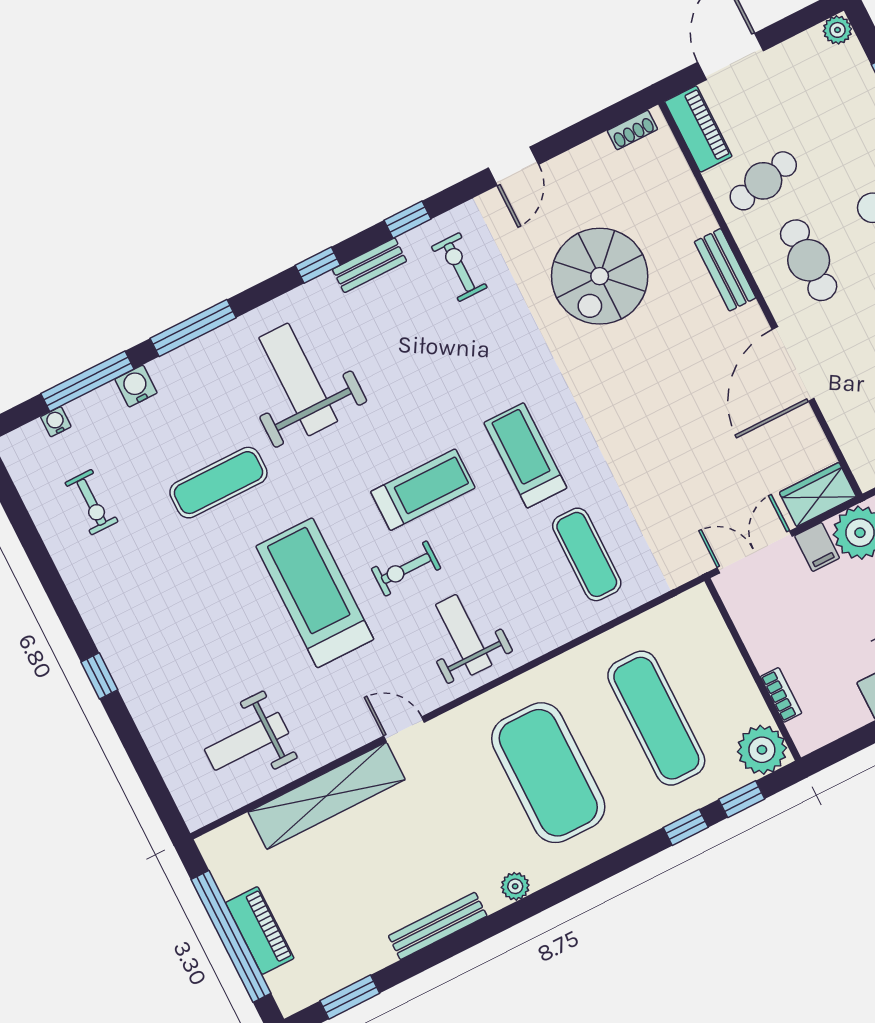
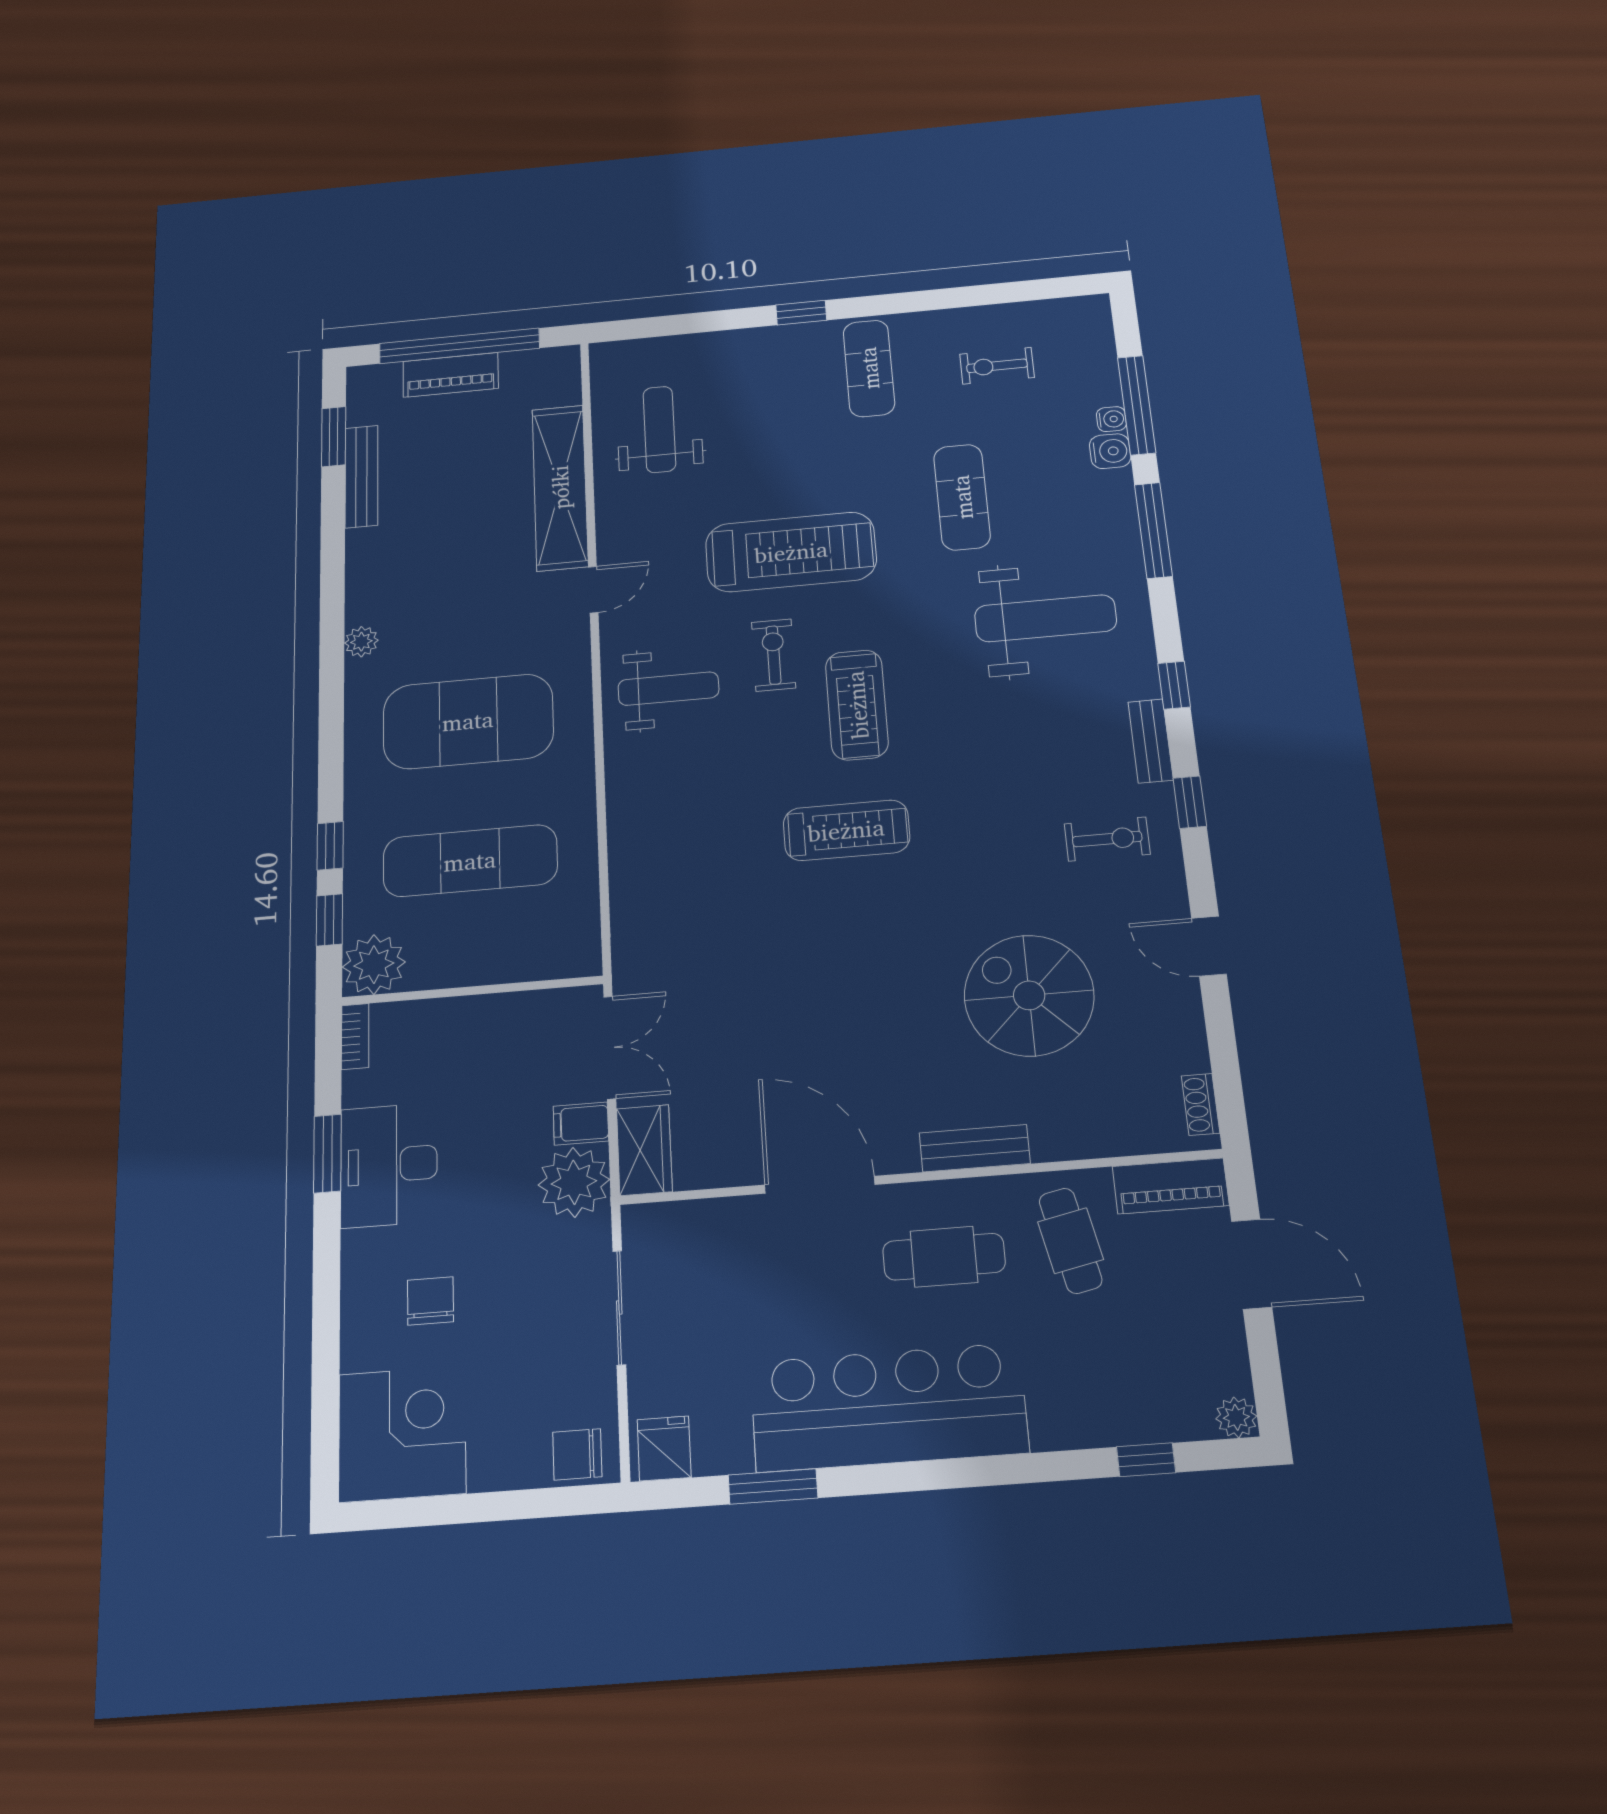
water cooler: (56, 422) -> (1111, 419), moved
exercise mat: (587, 554) -> (869, 368), moved, turned 90
bookcase: (781, 695) -> (355, 1037), moved, turned -90
bench: (438, 926) -> (361, 476), moved

